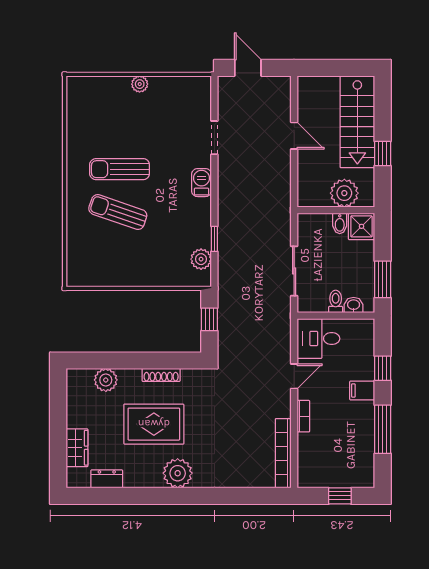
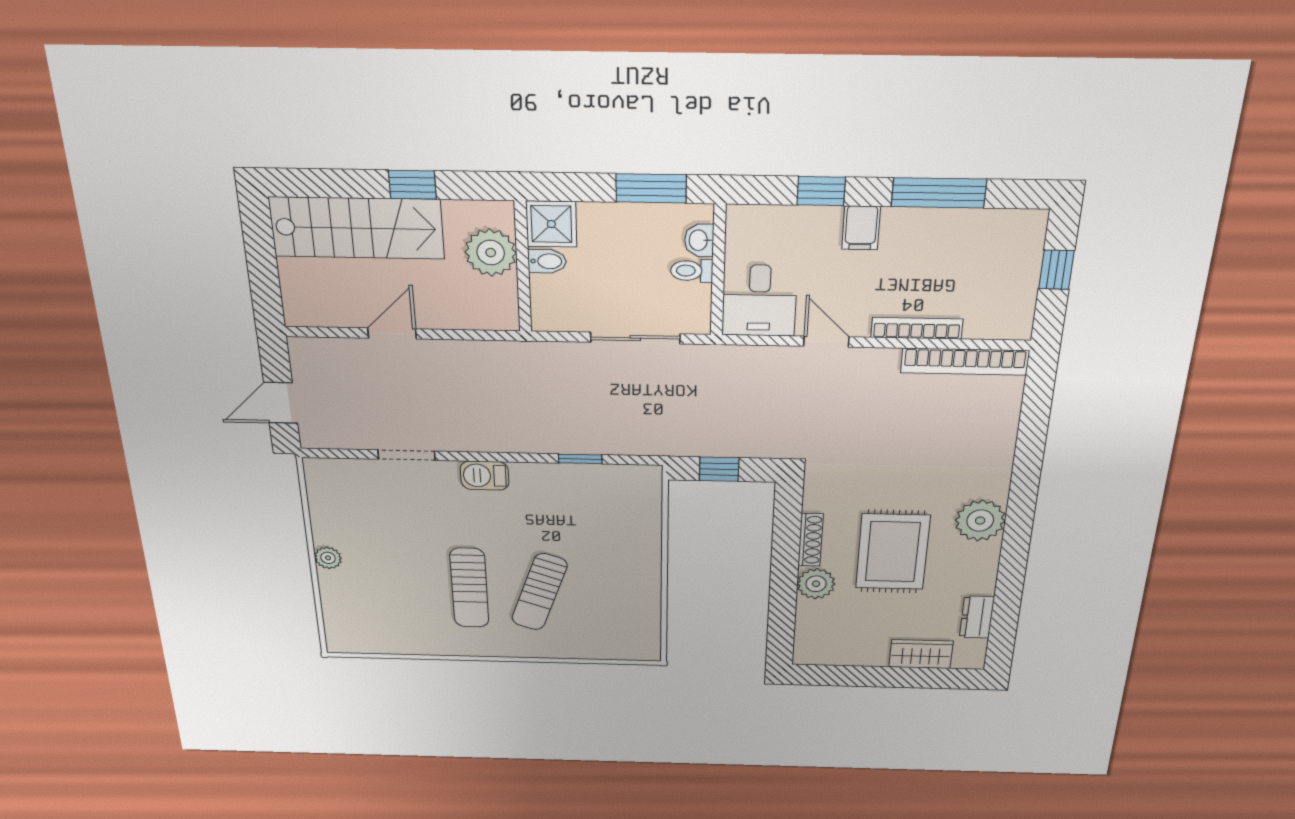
plant: (201, 259) -> (615, 479), removed
plant: (106, 380) -> (816, 584), moved
bookcase: (303, 416) -> (917, 328), width x1.56

